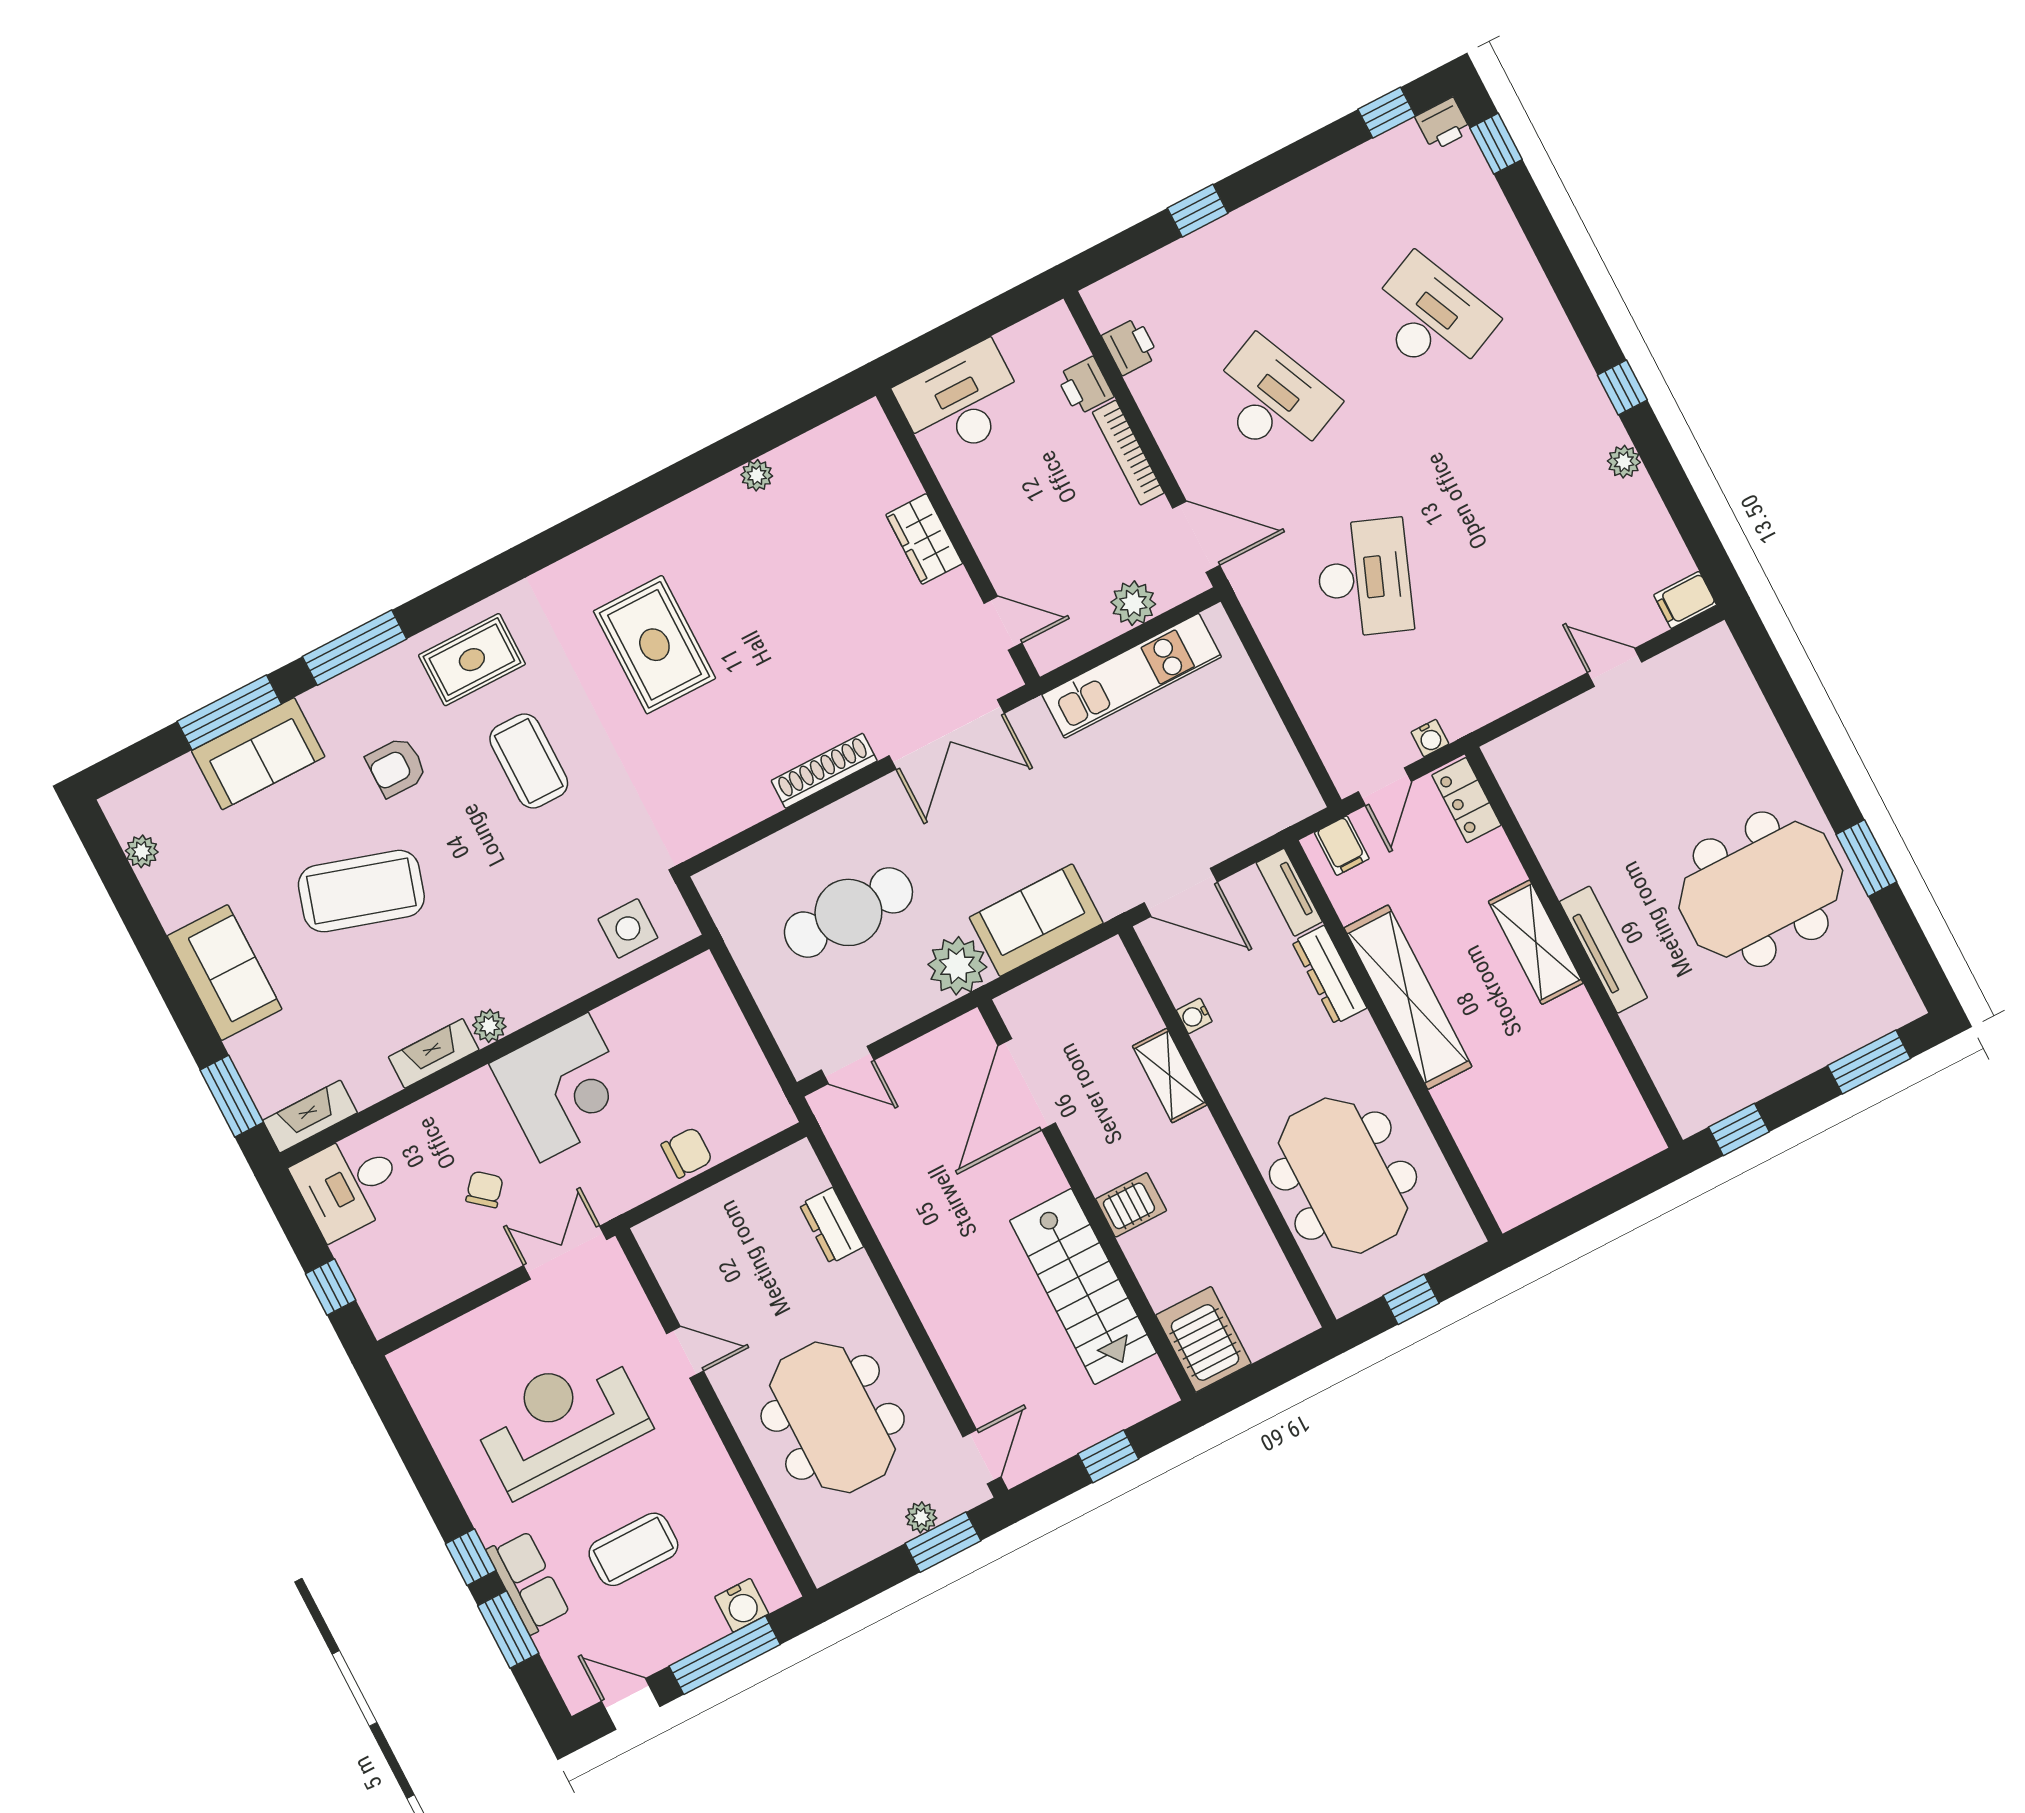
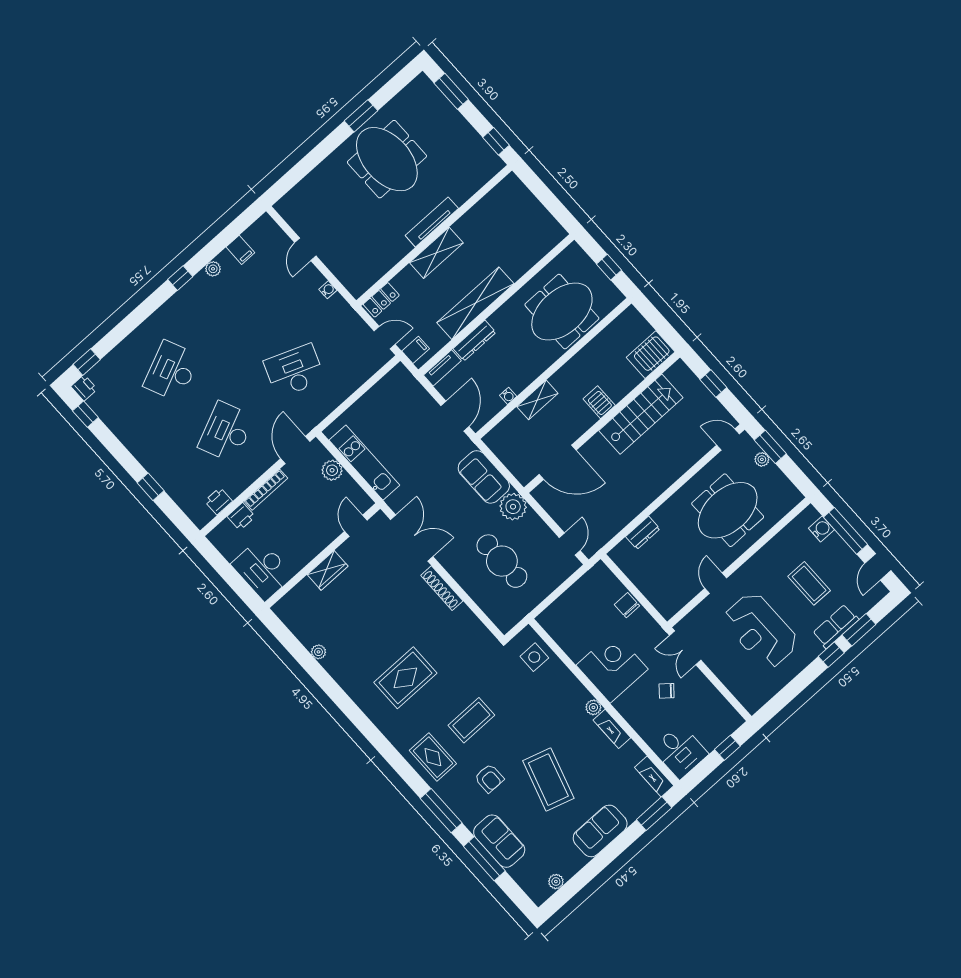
filing cabinet: (1685, 600) -> (240, 250), moved
water cooler: (1430, 738) -> (328, 290), moved

